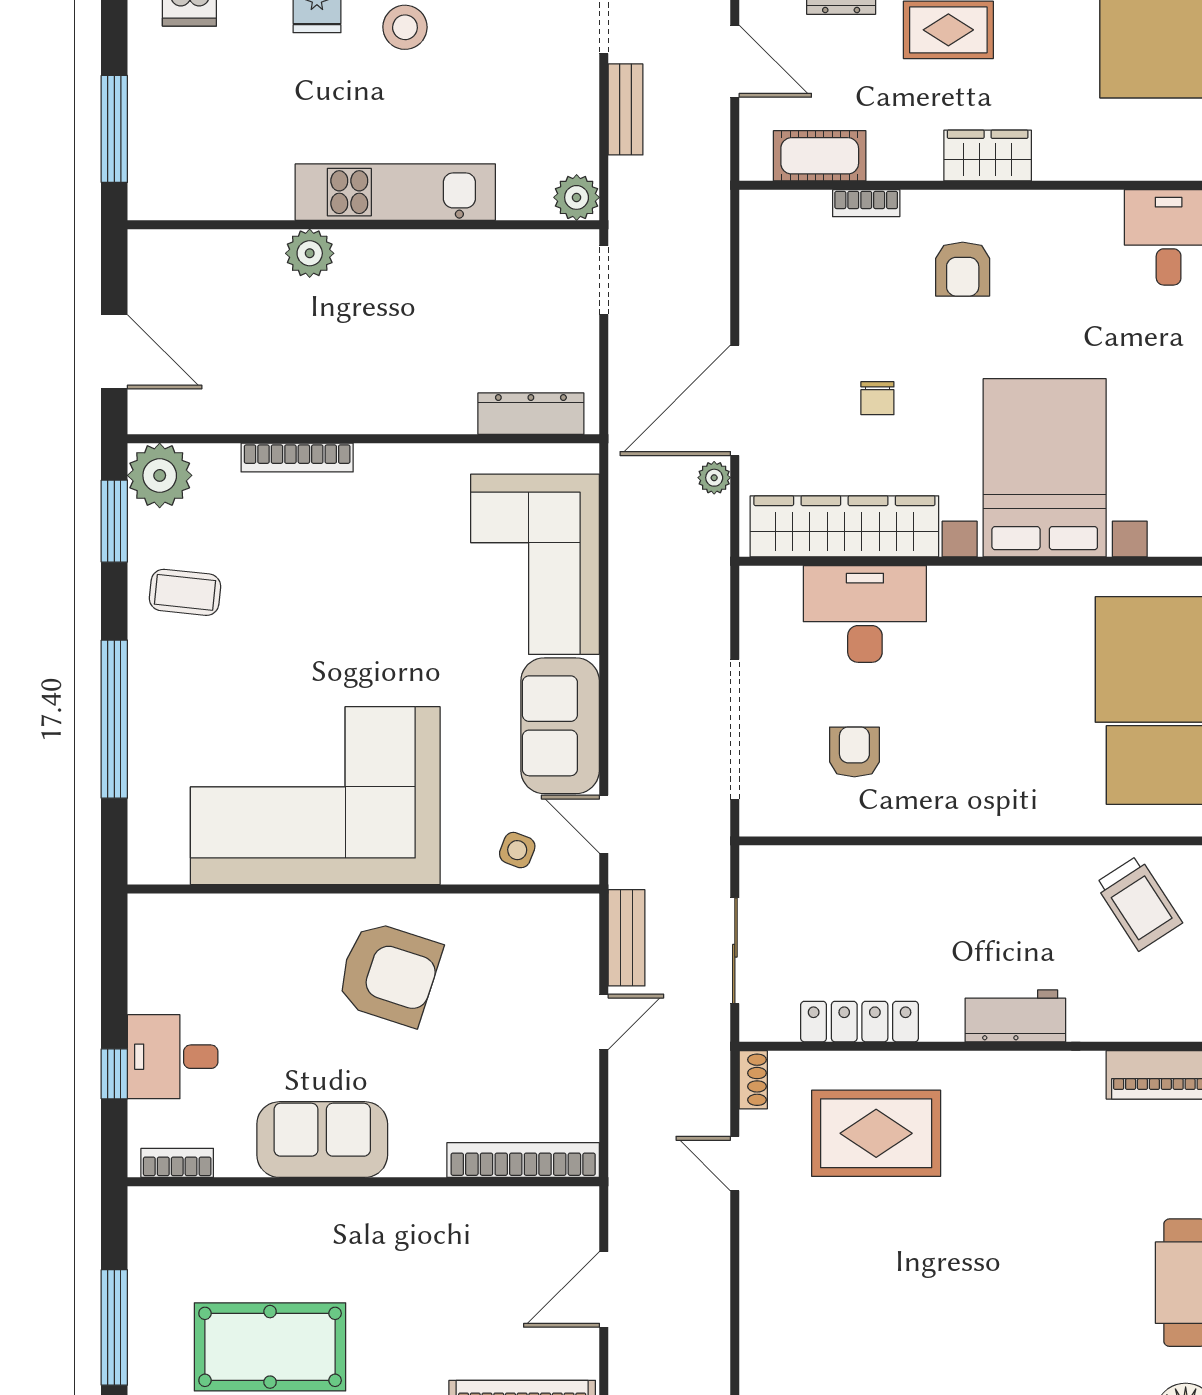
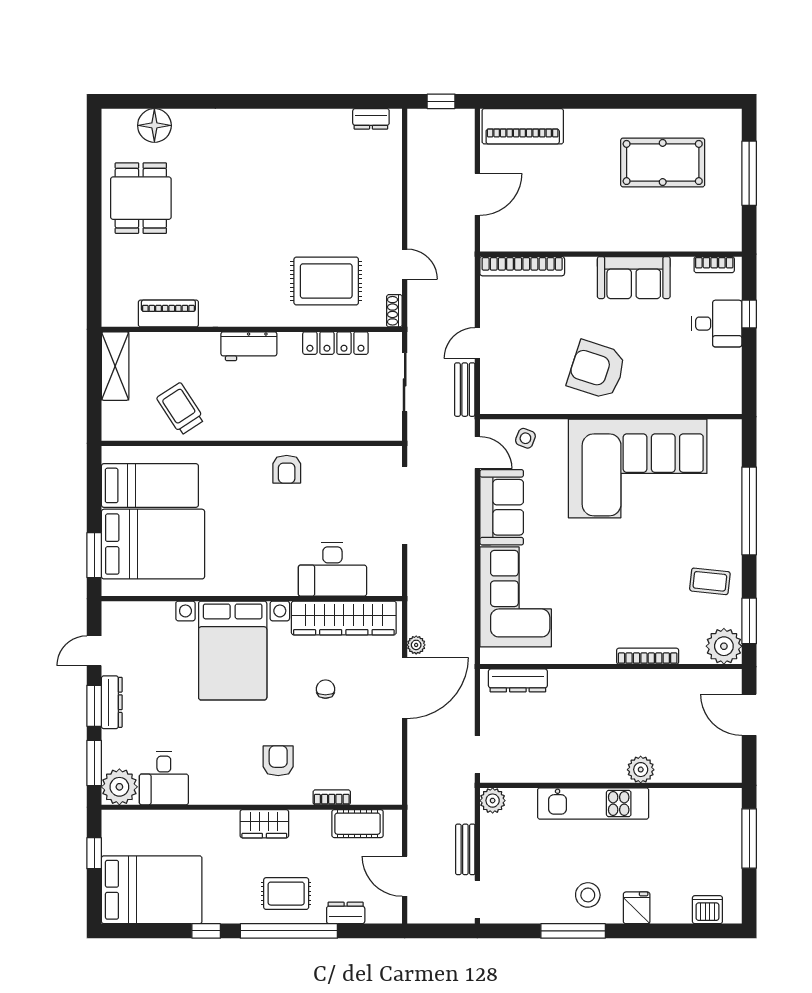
armchair: (854, 752) -> (287, 469), moved

